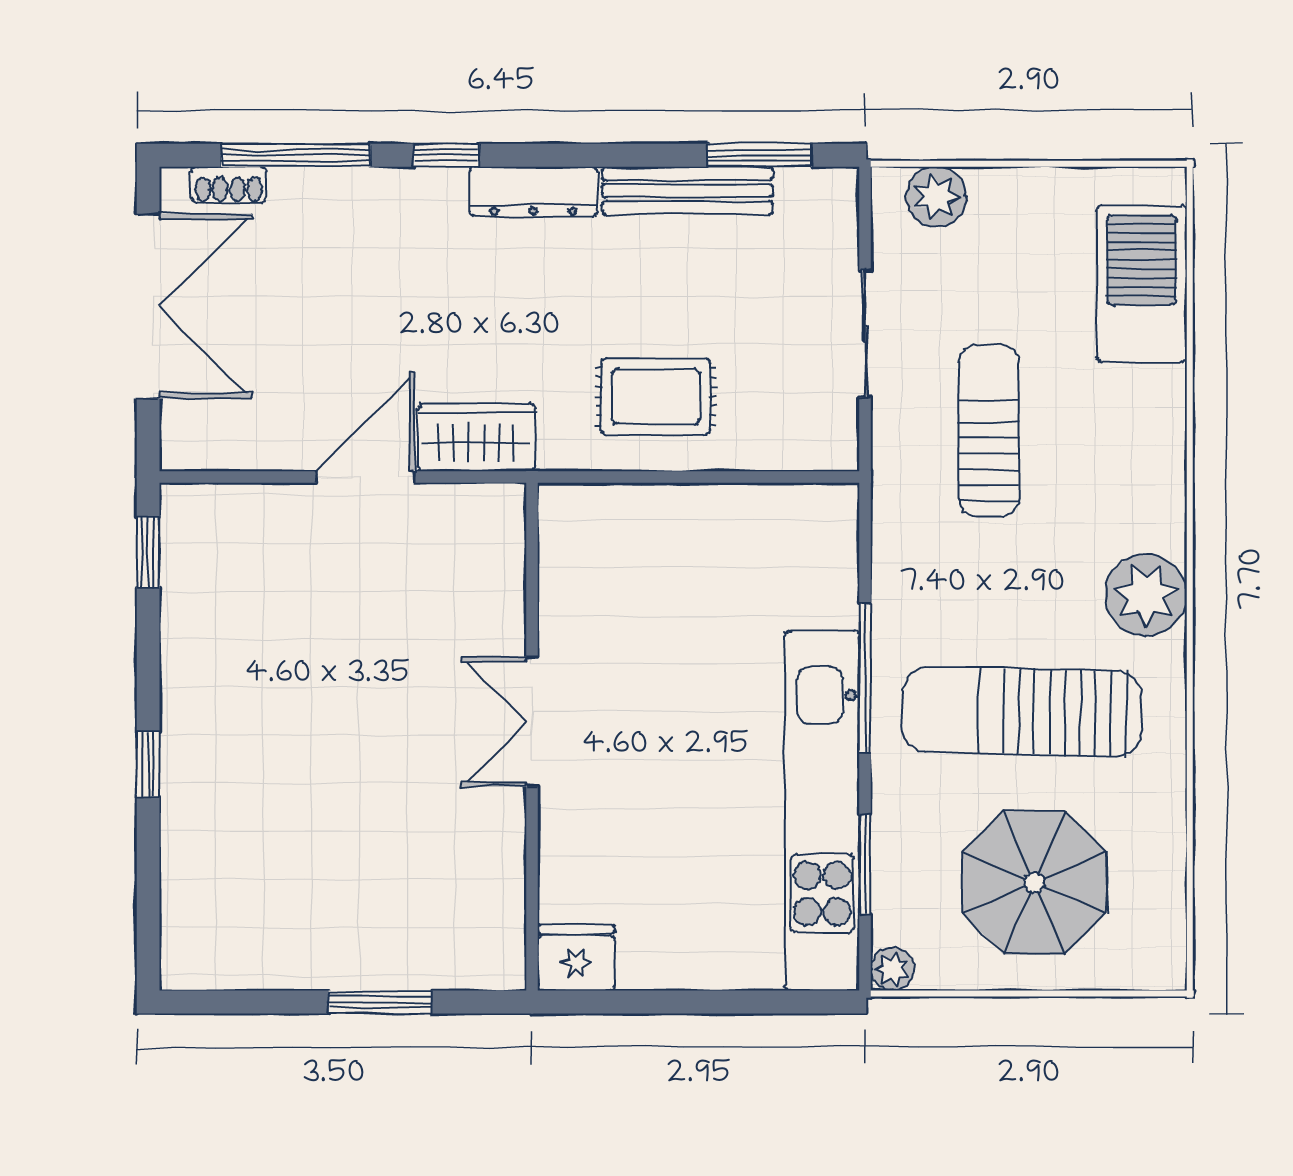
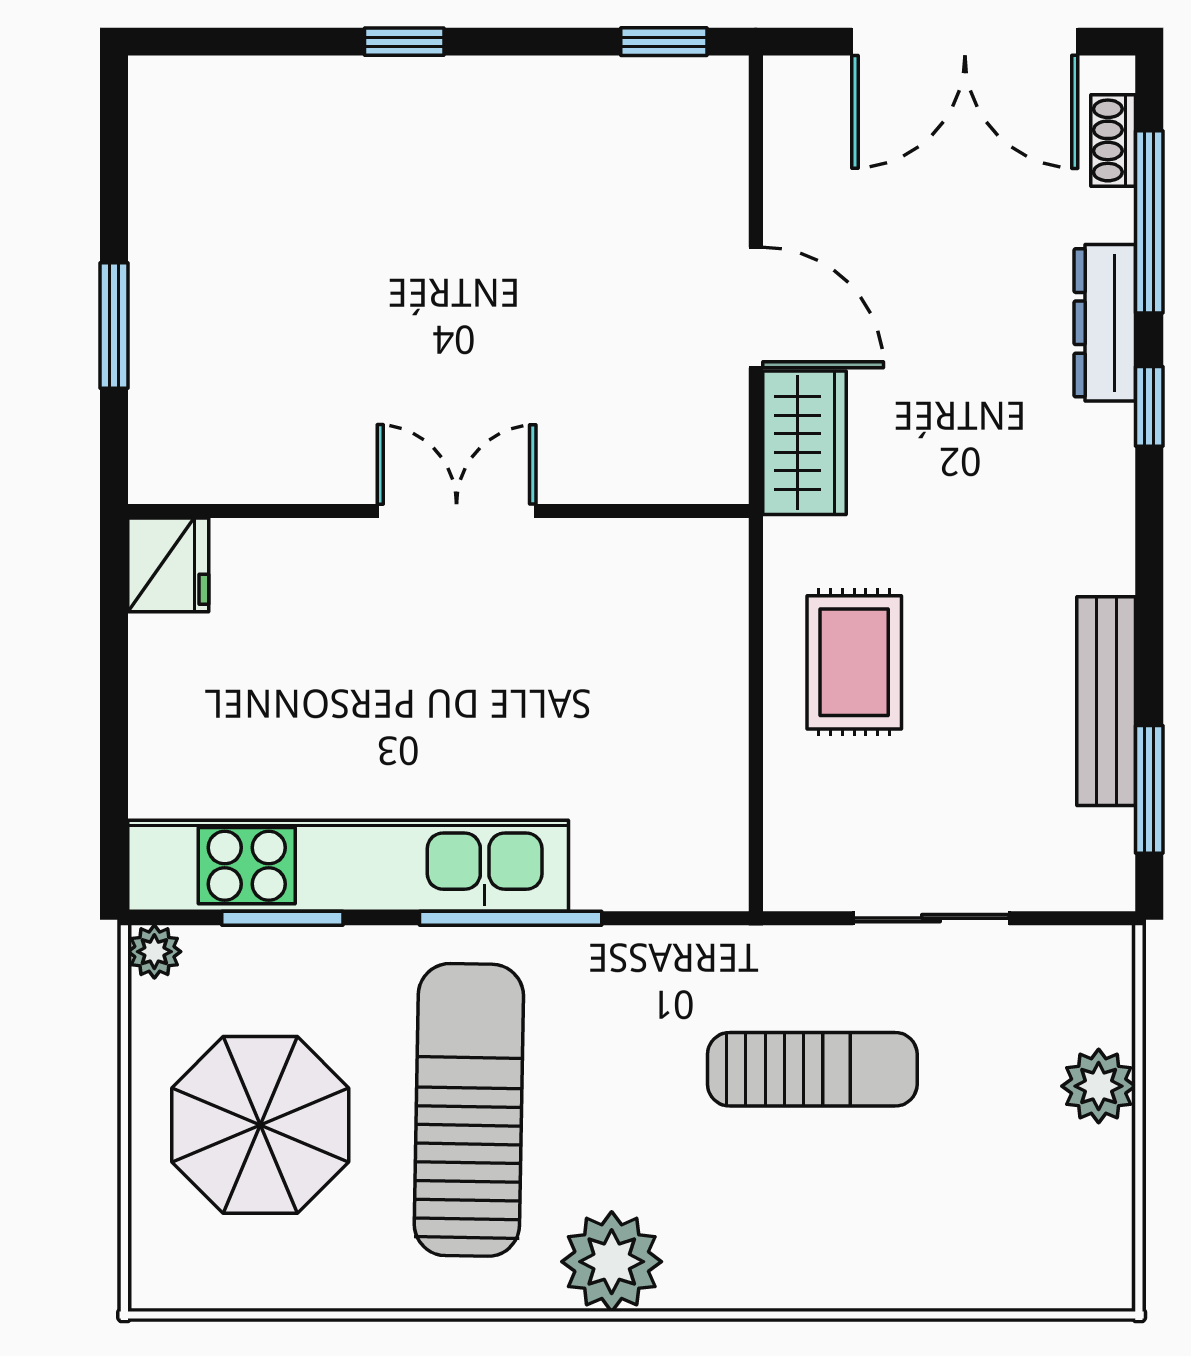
dresser: (533, 192) -> (1105, 323), moved
plant: (936, 197) -> (1099, 1086), moved
barbecue: (1142, 284) -> (992, 1256), removed

